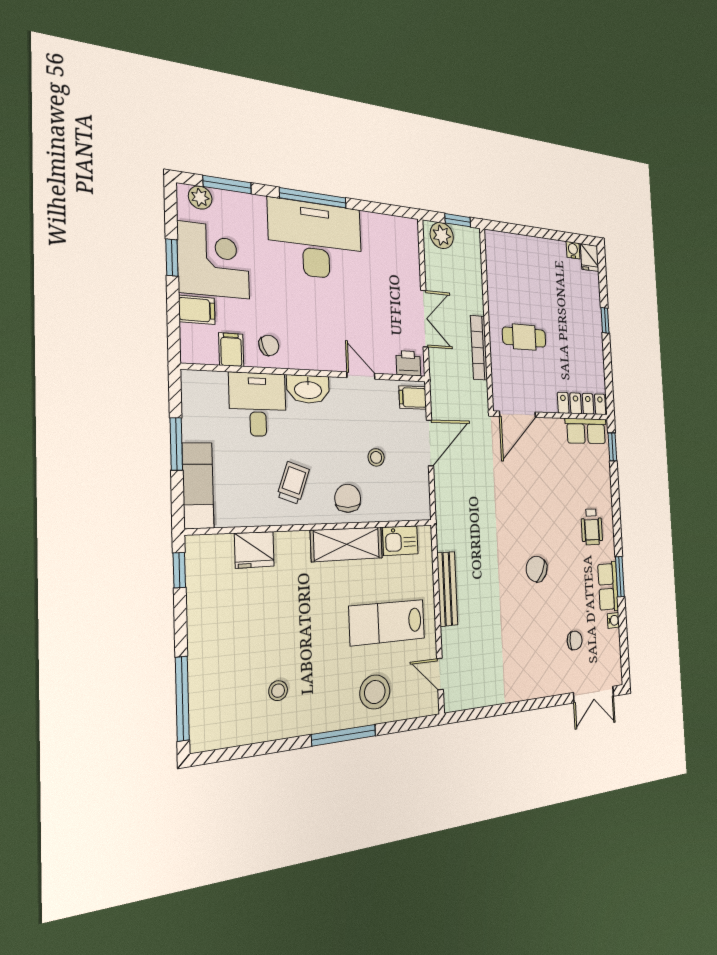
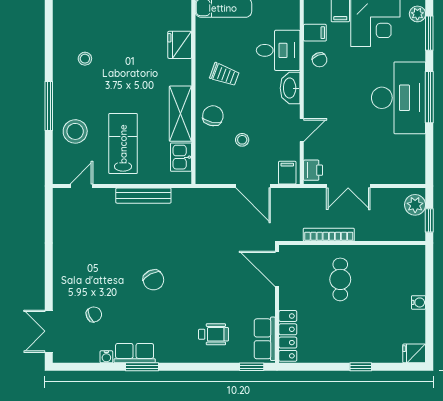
water cooler: (573, 250) -> (419, 302), moved
chair: (348, 498) -> (213, 116), turned -78
wheelchair: (592, 527) -> (214, 334), moved, turned 180
chair: (537, 569) -> (153, 280), turned 125
chair: (575, 640) -> (94, 314), turned -115

